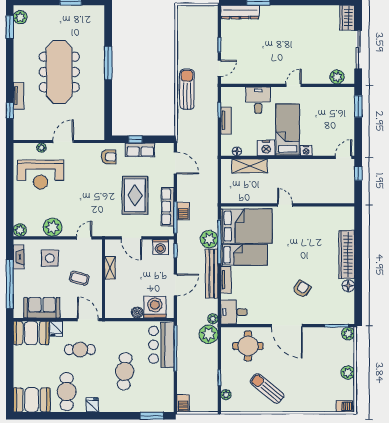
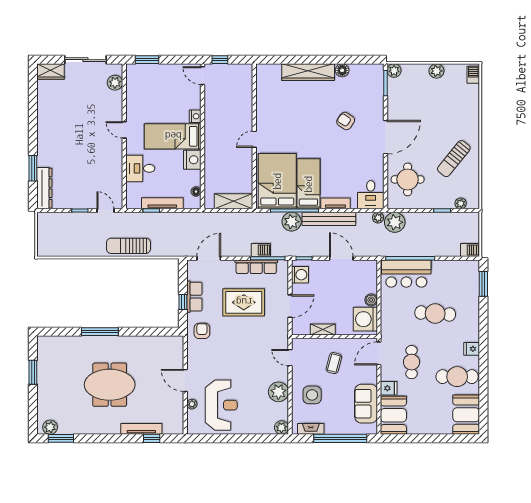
meeting table: (59, 72) -> (110, 385), width x0.73
tv unit: (19, 96) -> (141, 429), width x1.41
tv unit: (226, 120) -> (162, 203), width x1.41
shelving: (250, 166) -> (234, 201), moved, turned 90
washing machine: (155, 307) -> (365, 319), moved

